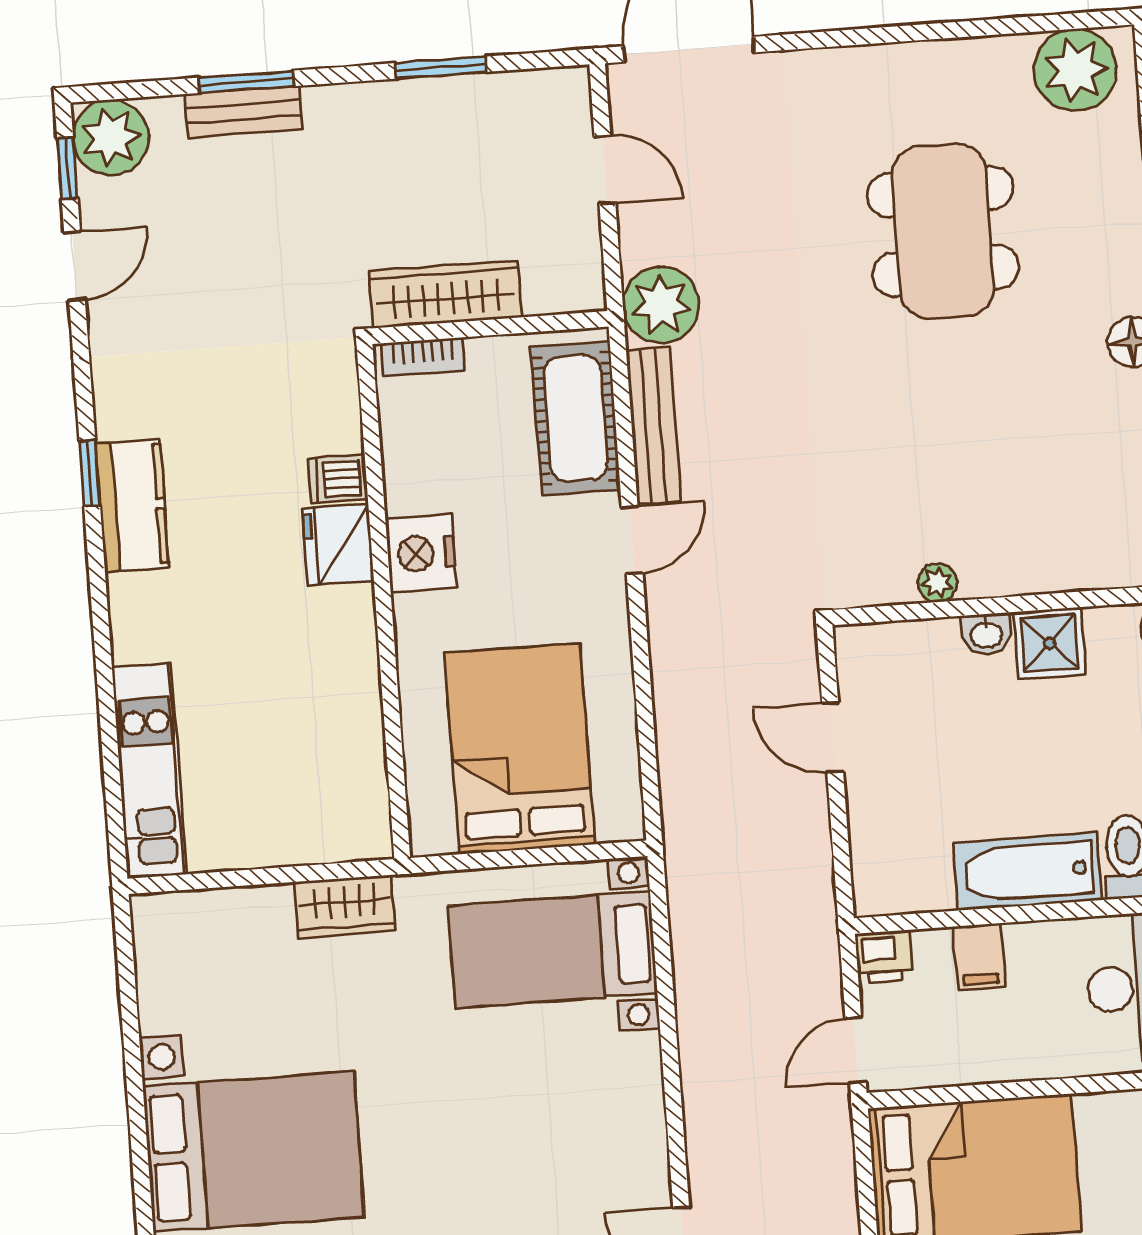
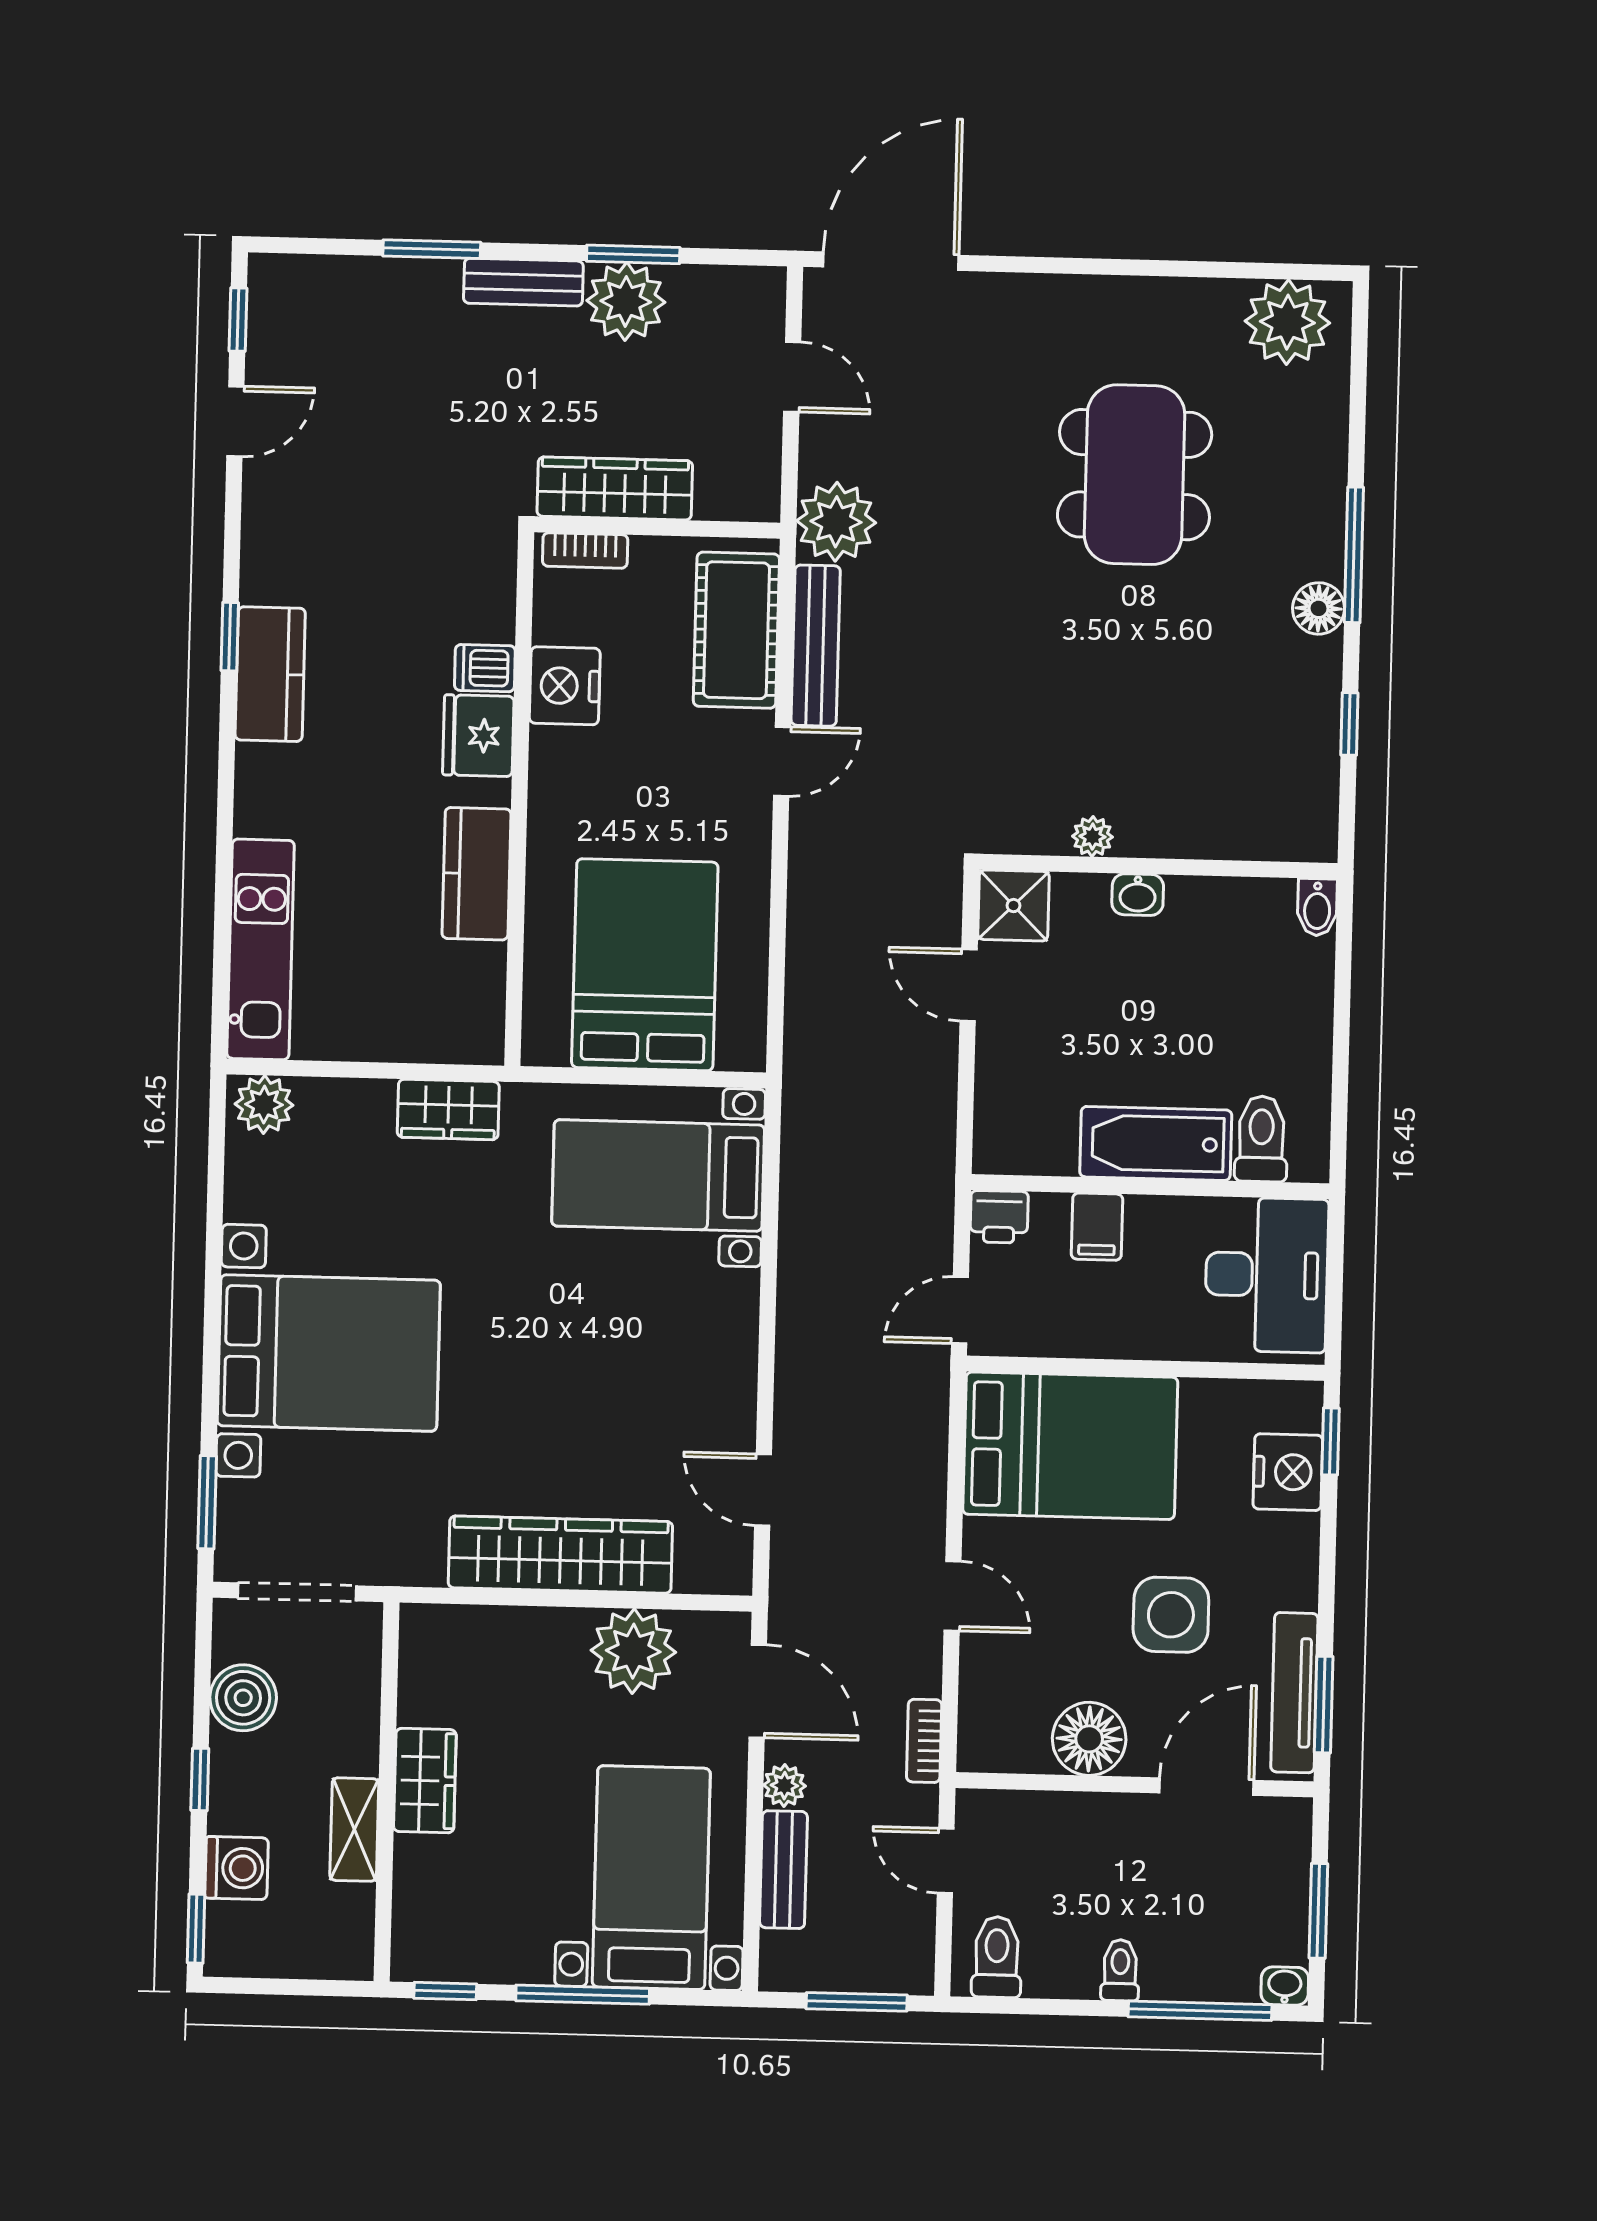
bench: (244, 112) -> (523, 282), moved
plant: (111, 137) -> (626, 301), moved
nightstand: (421, 553) -> (565, 686), moved
shower: (1050, 643) -> (1014, 906), moved
kitchen counter: (349, 677) -> (477, 874), added
plant: (168, 919) -> (264, 1105), added

